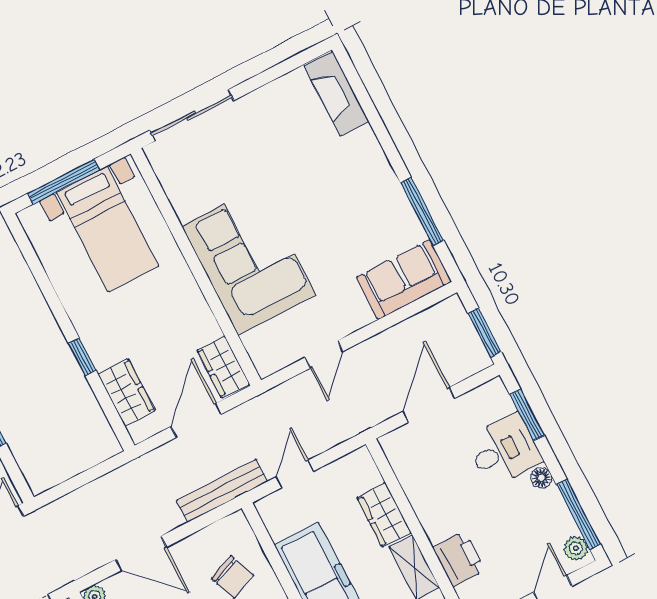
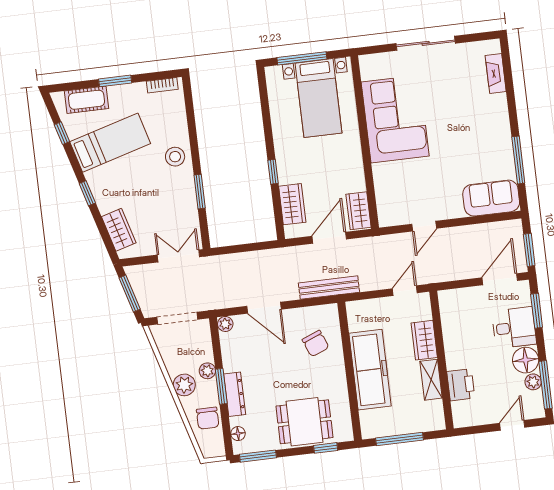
fireplace: (336, 94) -> (496, 73), width x0.73, depth x0.76
sliding door: (192, 115) -> (426, 43), moved
corner sofa: (249, 261) -> (395, 119), moved
door: (429, 405) -> (500, 279), moved
door: (295, 474) -> (405, 291), moved
floor lamp: (541, 478) -> (526, 360), width x1.89, depth x1.89
plant: (576, 548) -> (533, 382), moved

